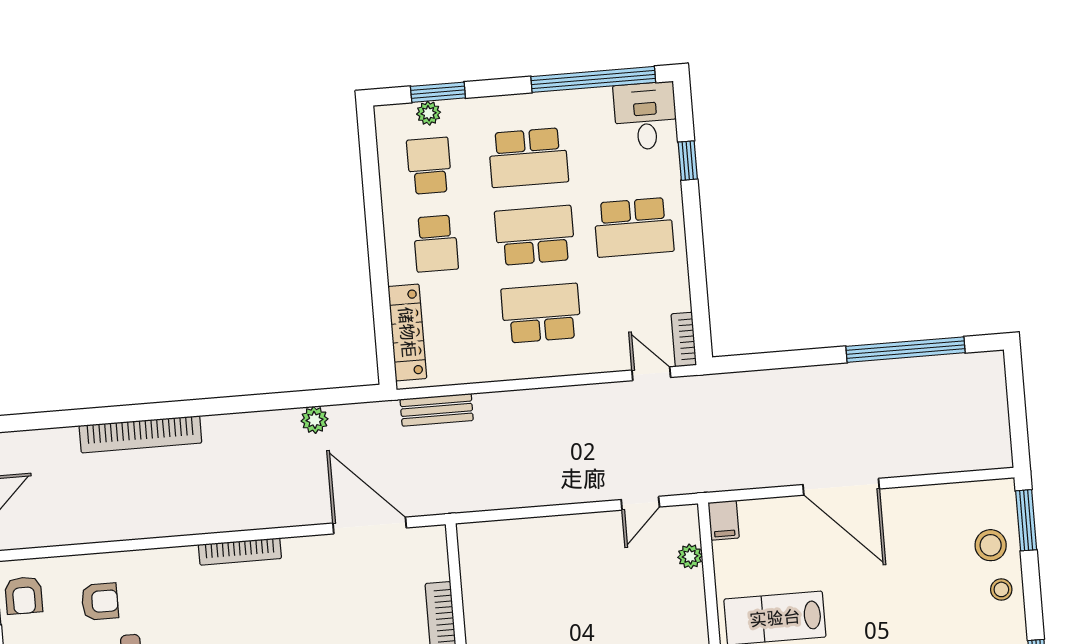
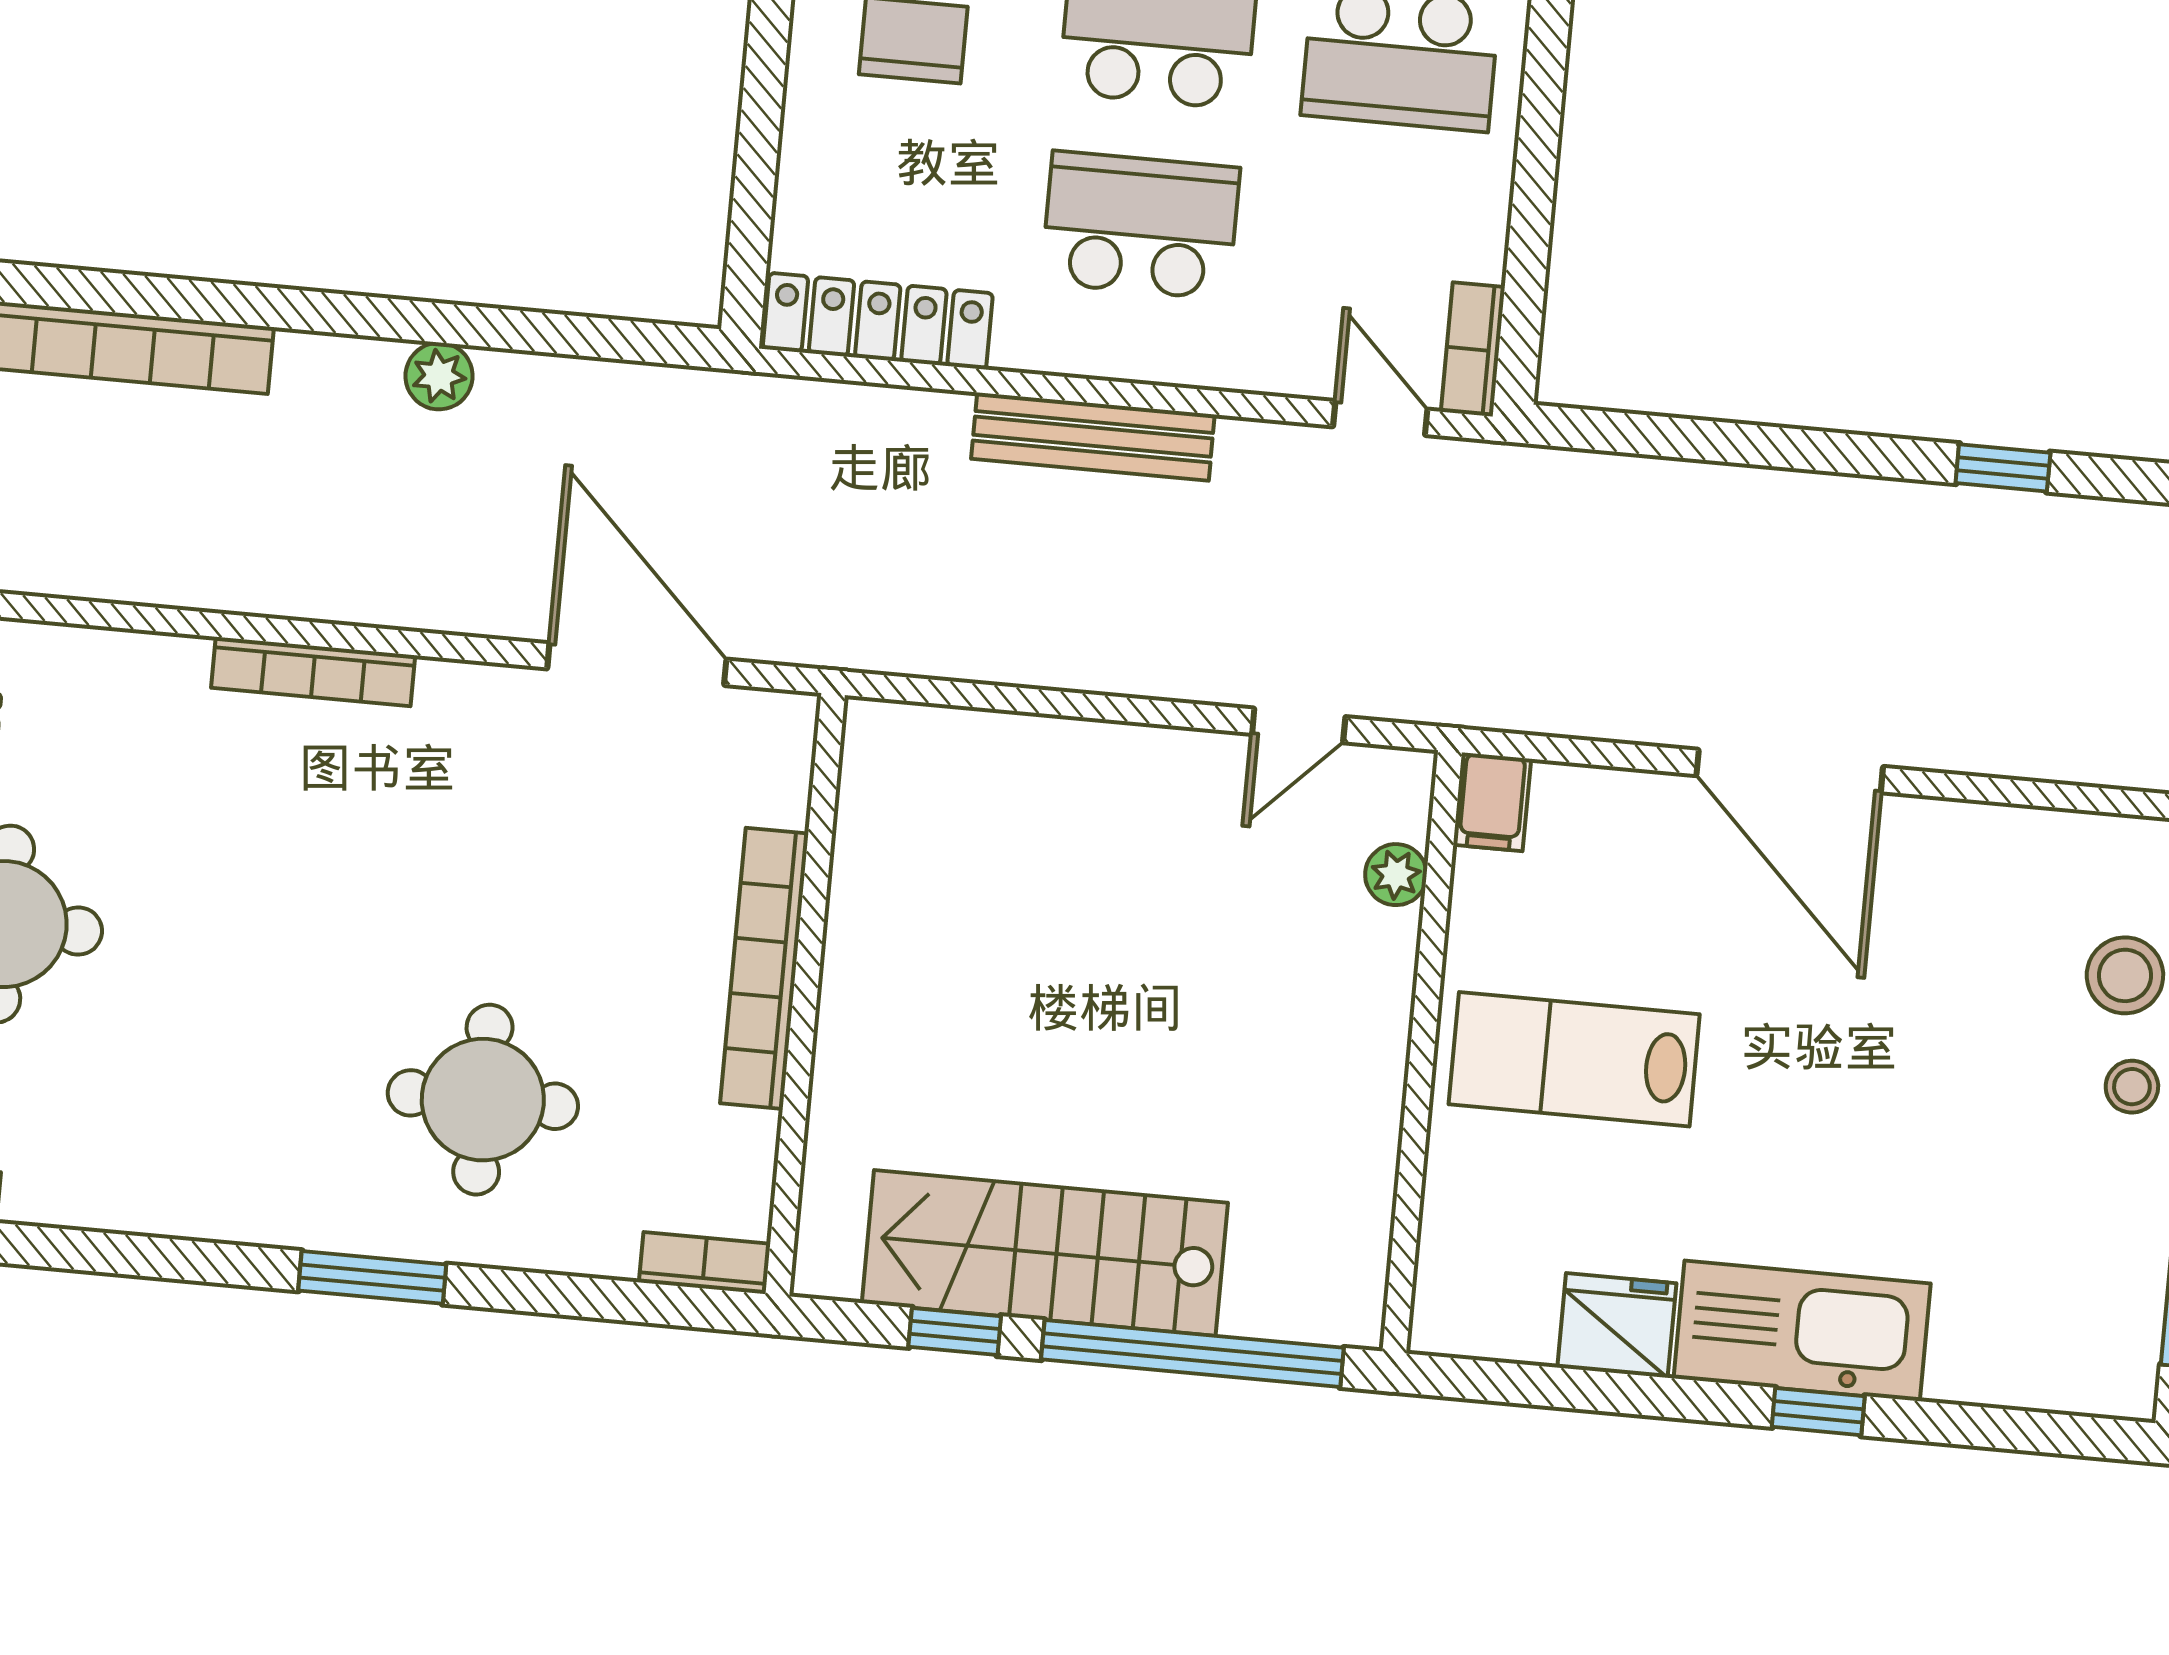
locker: (407, 332) -> (878, 321), moved, turned -90
window: (905, 350) -> (2003, 468), width x0.32
bench: (437, 410) -> (1093, 437), moved, width x1.36
plant: (315, 420) -> (439, 376), moved

